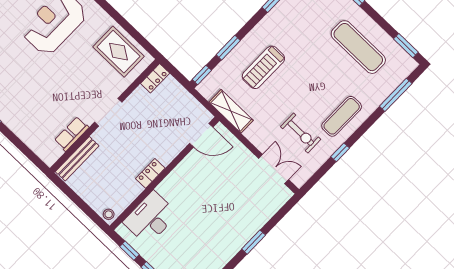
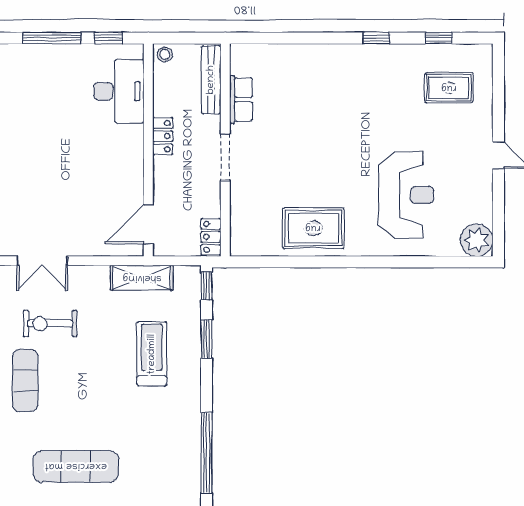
locker: (155, 78) -> (211, 237), moved
doorway: (108, 112) -> (225, 157), moved
wall: (105, 116) -> (225, 150), moved
row of seats: (72, 134) -> (241, 99), moved
bench: (77, 159) -> (211, 80), moved

